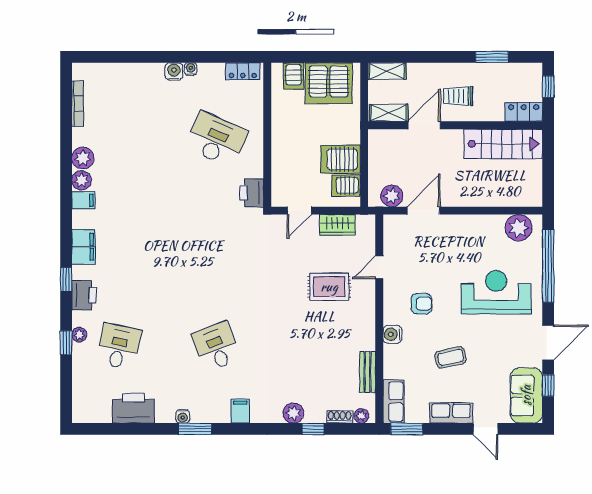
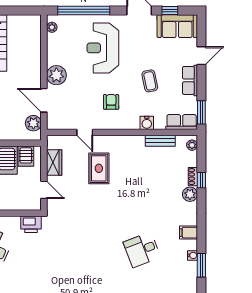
plant: (458, 228) -> (56, 75), added
plant: (519, 228) -> (52, 27), width x0.53, depth x0.53
water cooler: (392, 334) -> (147, 123), moved
water cooler: (183, 416) -> (192, 255), moved
shoe rack: (340, 417) -> (193, 177), moved

